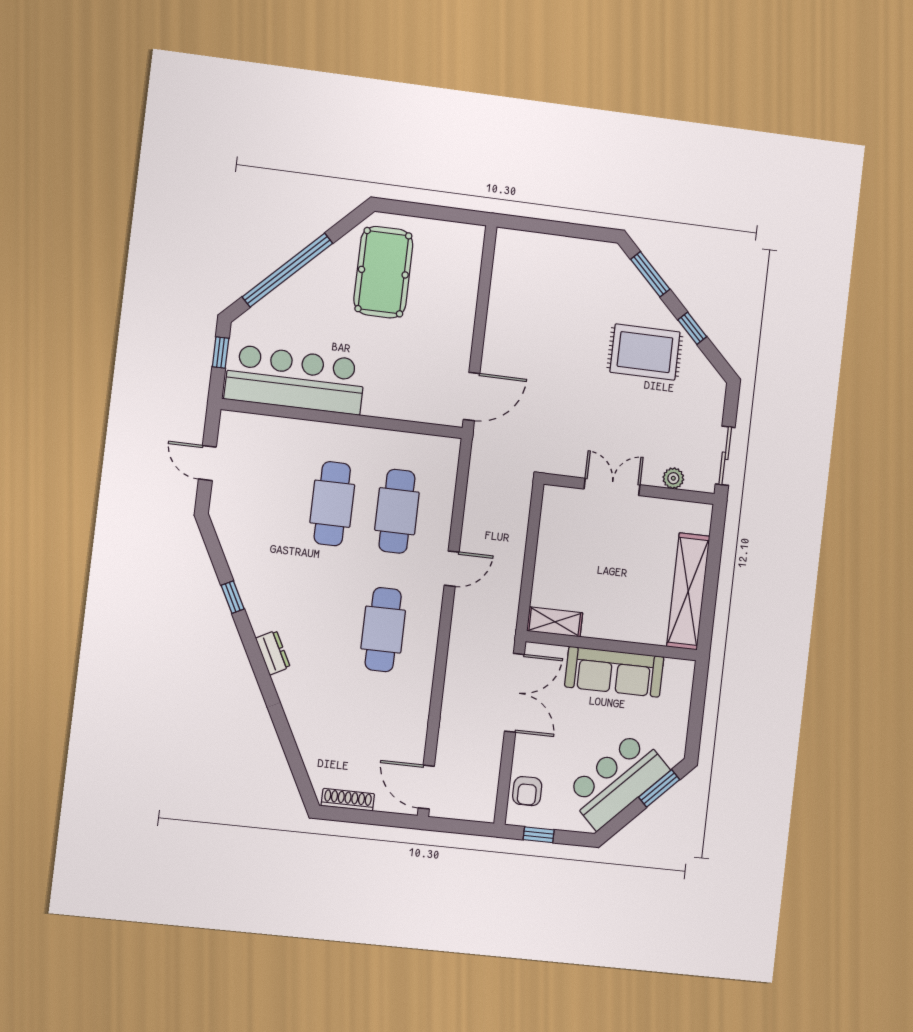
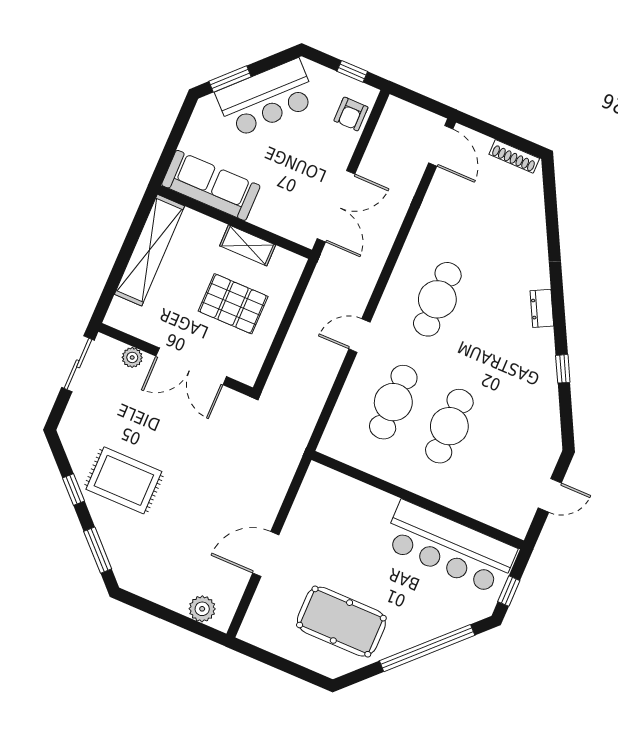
plant: (528, 245) -> (202, 609), added
pool table: (383, 272) -> (341, 622), turned 90
door: (472, 397) -> (266, 554), moved
door: (207, 463) -> (550, 495), hinge flipped
double door: (612, 487) -> (191, 366), width x1.37
pallet: (589, 563) -> (233, 304), added
shelving: (555, 622) -> (248, 245), moved
sofa: (614, 672) -> (211, 185), moved
double door: (514, 693) -> (336, 206), swing flipped
armchair: (527, 791) -> (351, 114), turned 180

